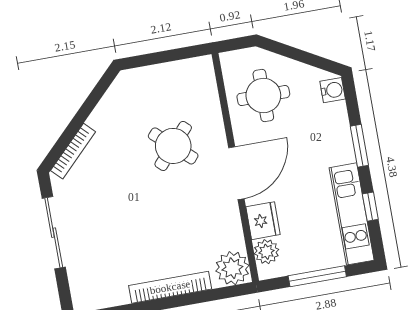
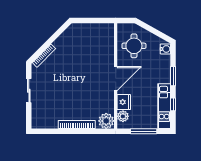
round table: (173, 146) -> (89, 61), removed
sliding door: (54, 233) -> (29, 91), width x0.73

